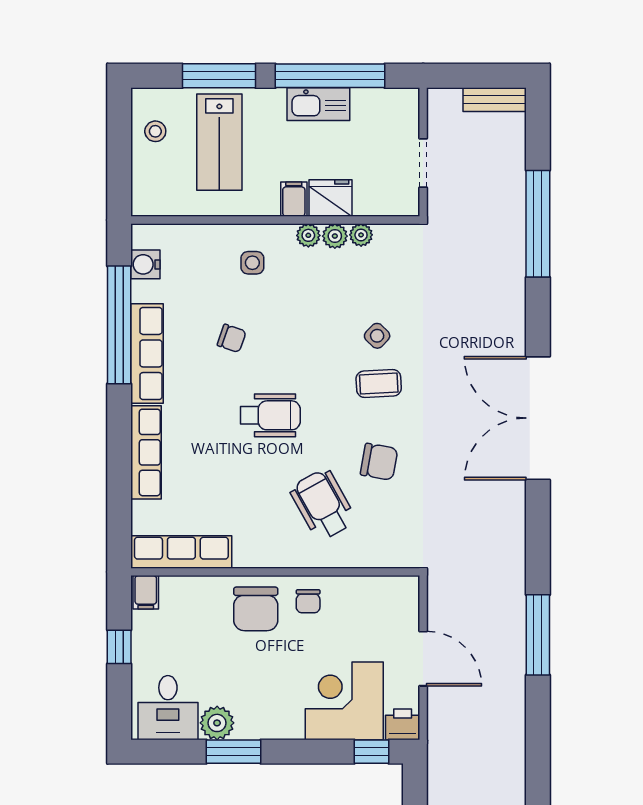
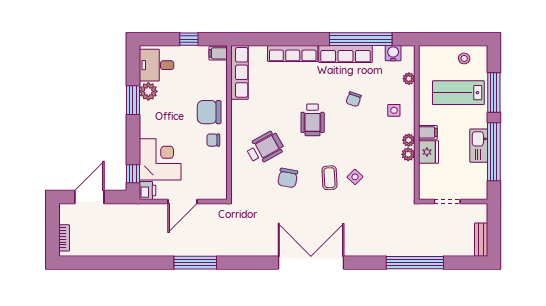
plant: (361, 235) -> (409, 79), moved

